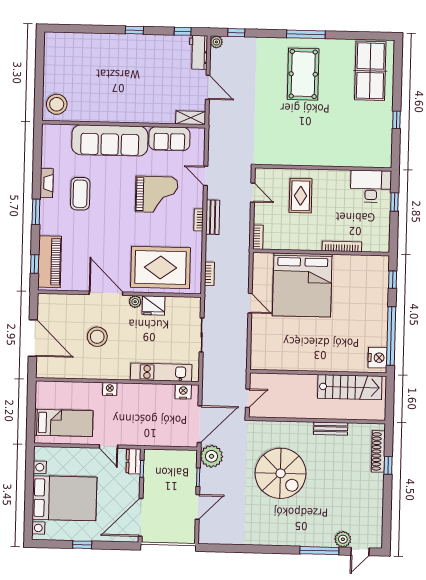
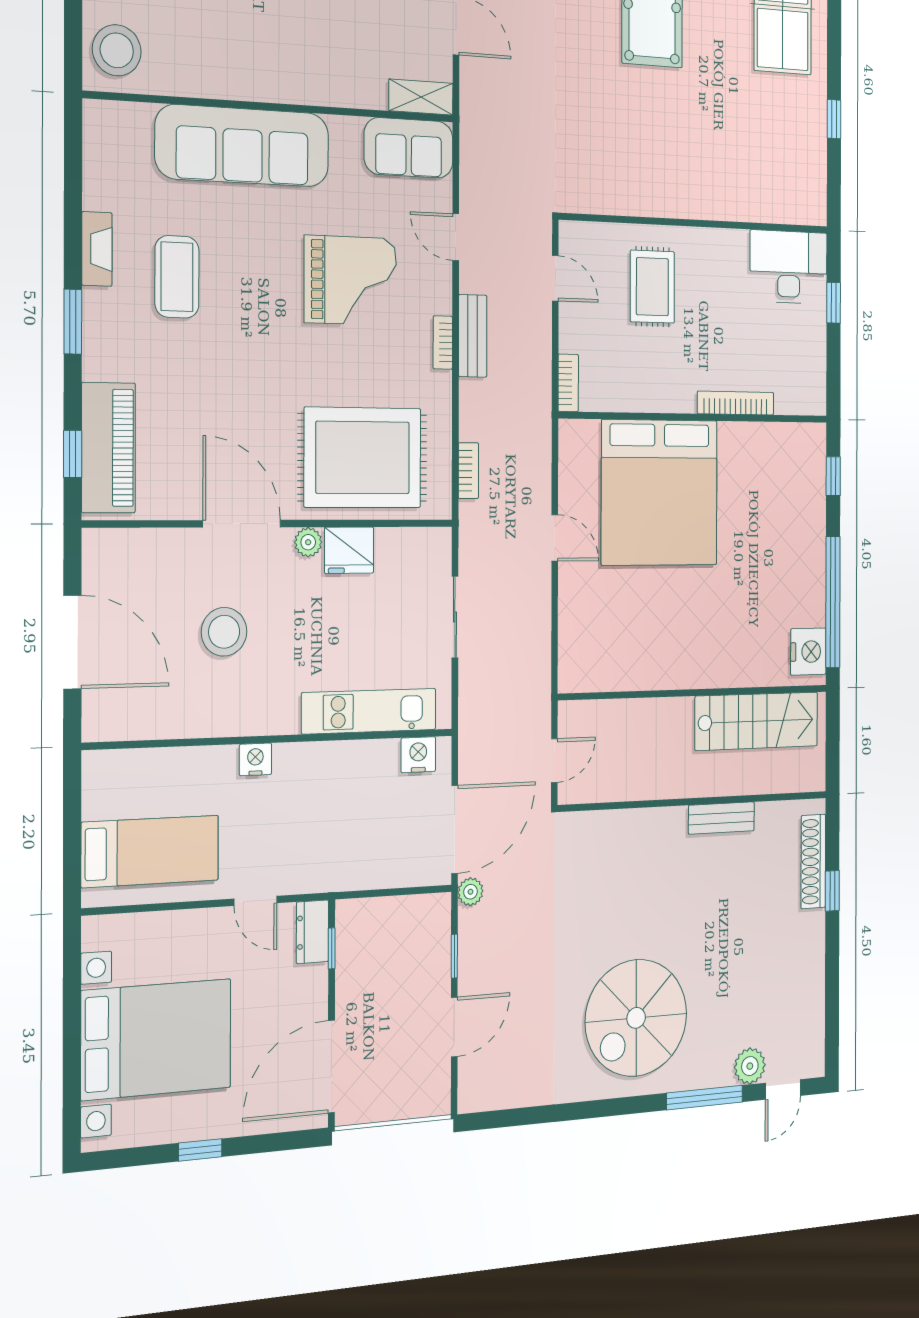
sofa: (169, 139) -> (409, 148), moved
plant: (212, 456) -> (470, 892), width x0.53, depth x0.53
spiral stairs: (281, 473) -> (636, 1018), moved, turned 90

